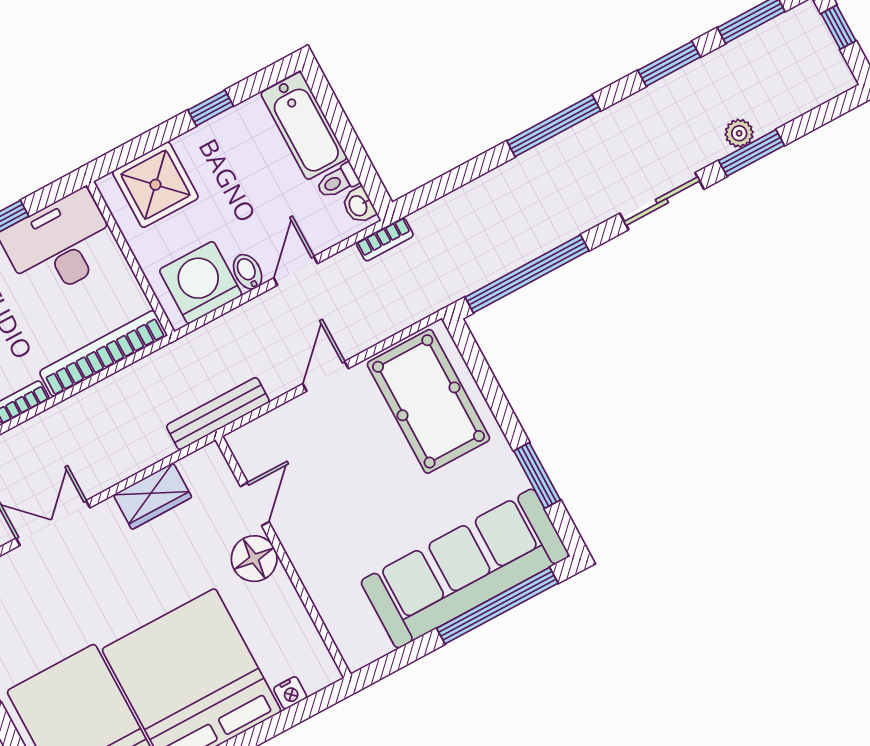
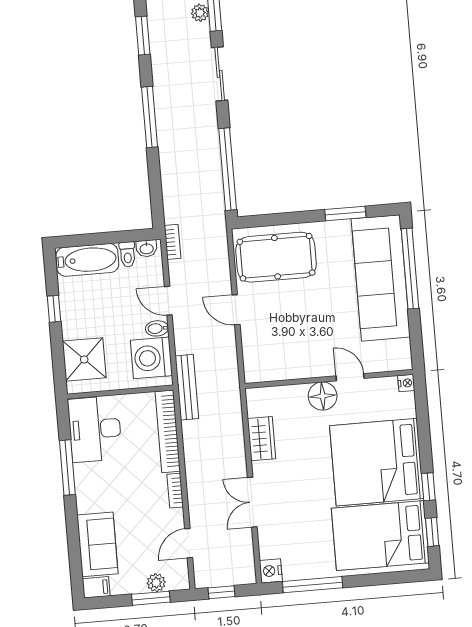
bench: (218, 414) -> (187, 387), moved
door: (255, 504) -> (350, 377), moved
nightstand: (290, 693) -> (406, 383), moved

